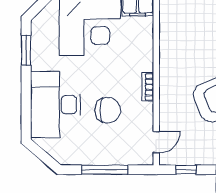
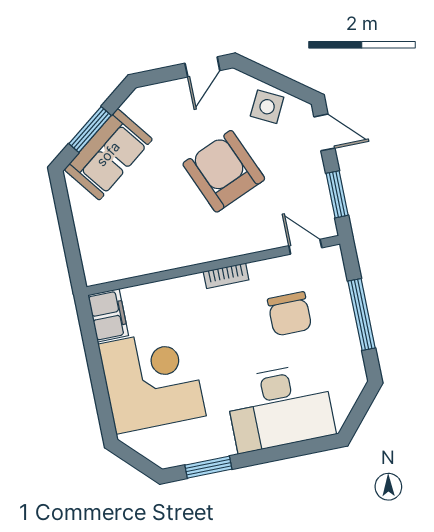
chair: (108, 110) -> (290, 314), moved, turned 180
window: (186, 170) -> (337, 194), width x1.50

